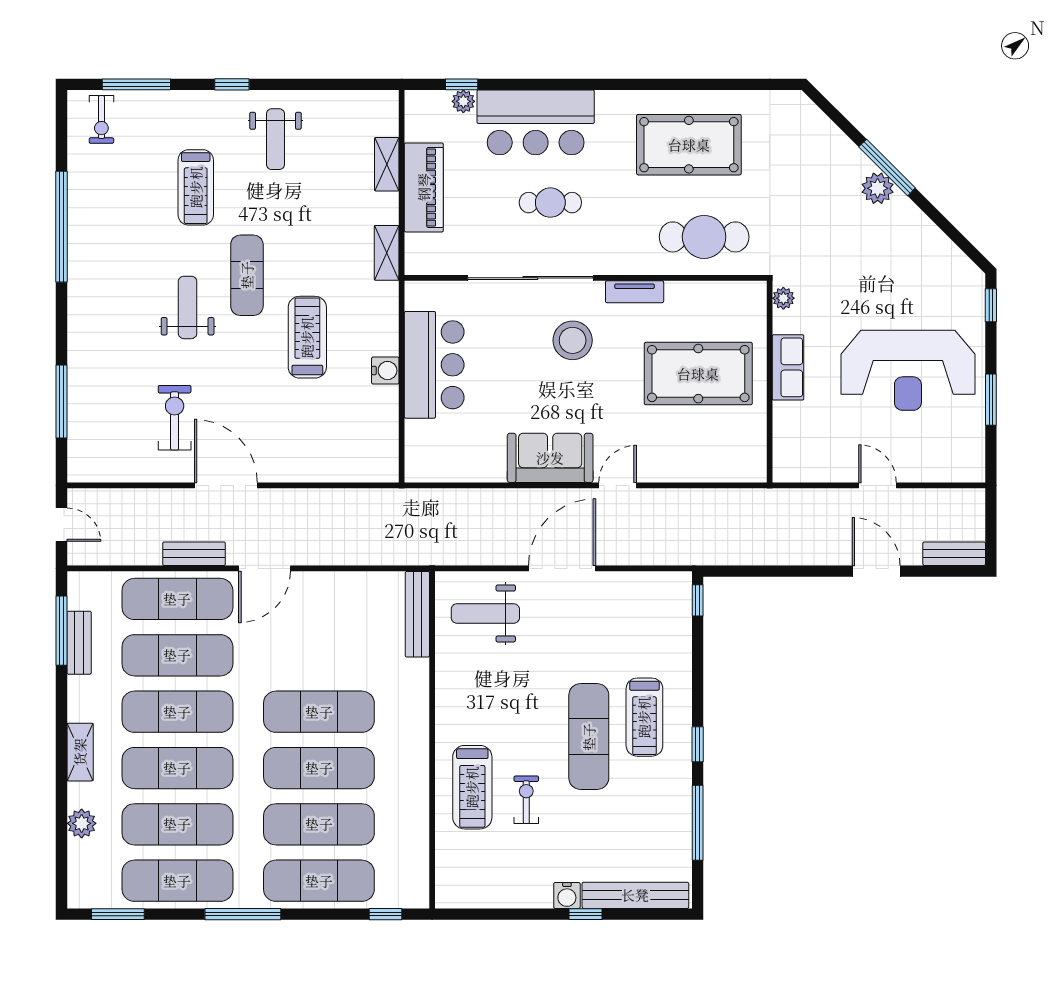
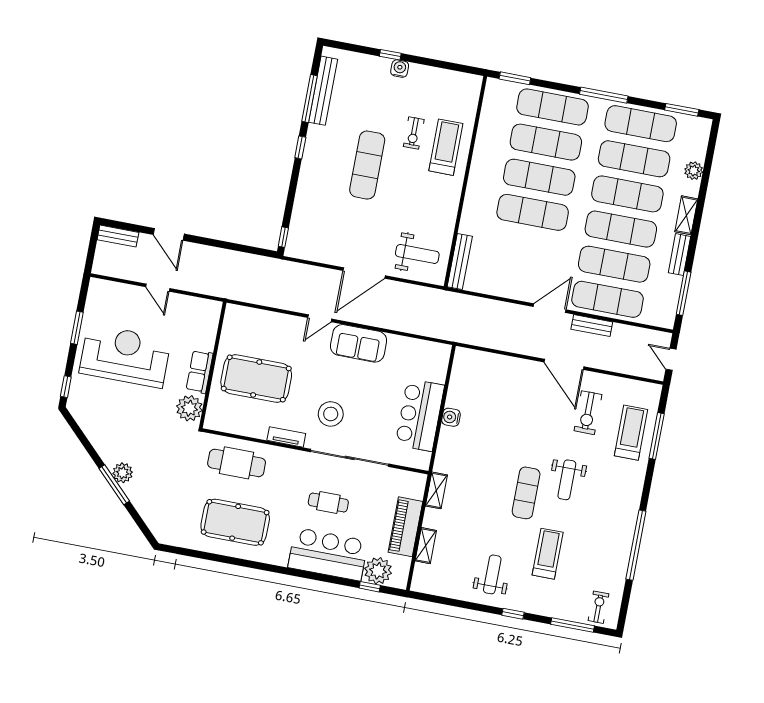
plant: (463, 101) -> (378, 571), width x1.87, depth x1.87
plant: (783, 298) -> (189, 408), width x1.88, depth x1.88
treadmill: (307, 337) -> (631, 433), moved, turned 180
bench: (79, 643) -> (679, 255), moved
treadmill: (644, 717) -> (330, 171), removed
bench: (635, 895) -> (323, 91), moved, turned 90
window: (385, 914) -> (515, 78), width x1.50

